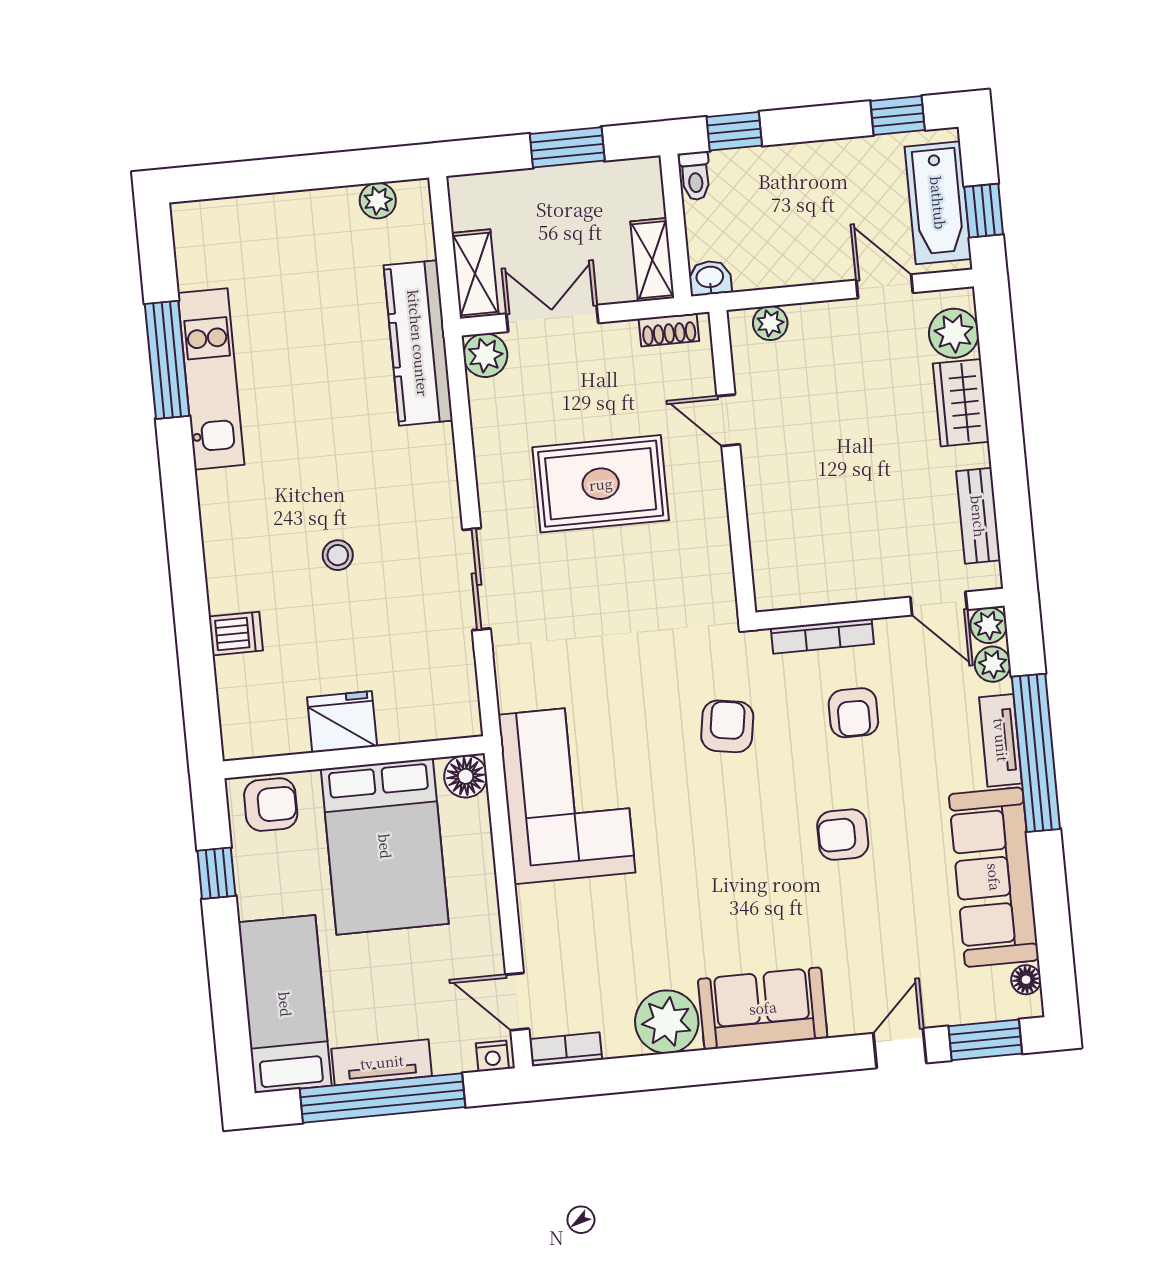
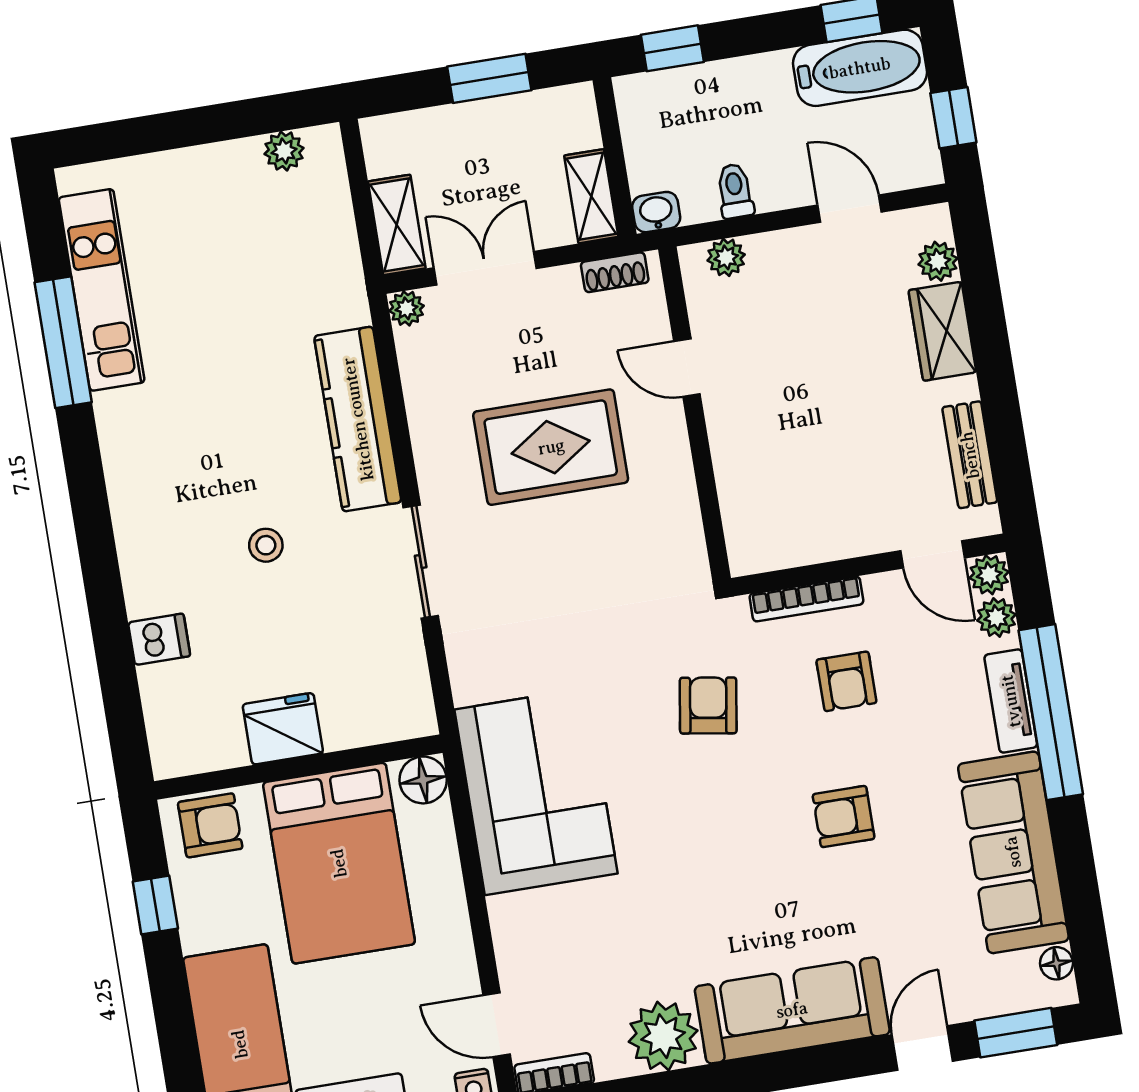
toilet: (695, 176) -> (735, 191), moved, turned 180
bathtub: (938, 203) -> (860, 68), moved, turned -90
plant: (954, 333) -> (938, 261), width x0.73, depth x0.73
kitchen counter: (418, 343) -> (358, 419), moved
plant: (485, 355) -> (407, 308), width x0.73, depth x0.73
kitchen unit: (211, 379) -> (102, 290), moved
sofa: (763, 1008) -> (792, 1010), width x1.36

